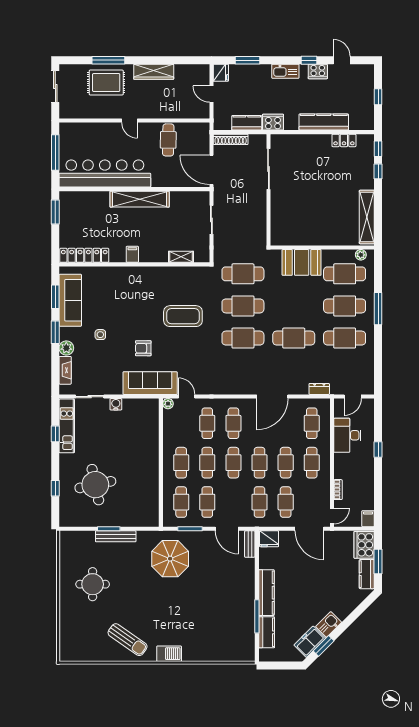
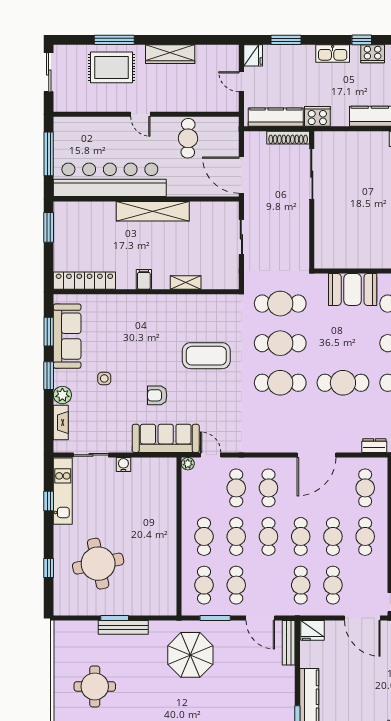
kitchen counter: (247, 123) -> (276, 117), width x1.50
shoe rack: (231, 139) -> (288, 138), moved
shelving: (181, 257) -> (186, 283), moved
bench: (250, 544) -> (289, 643), width x1.36

